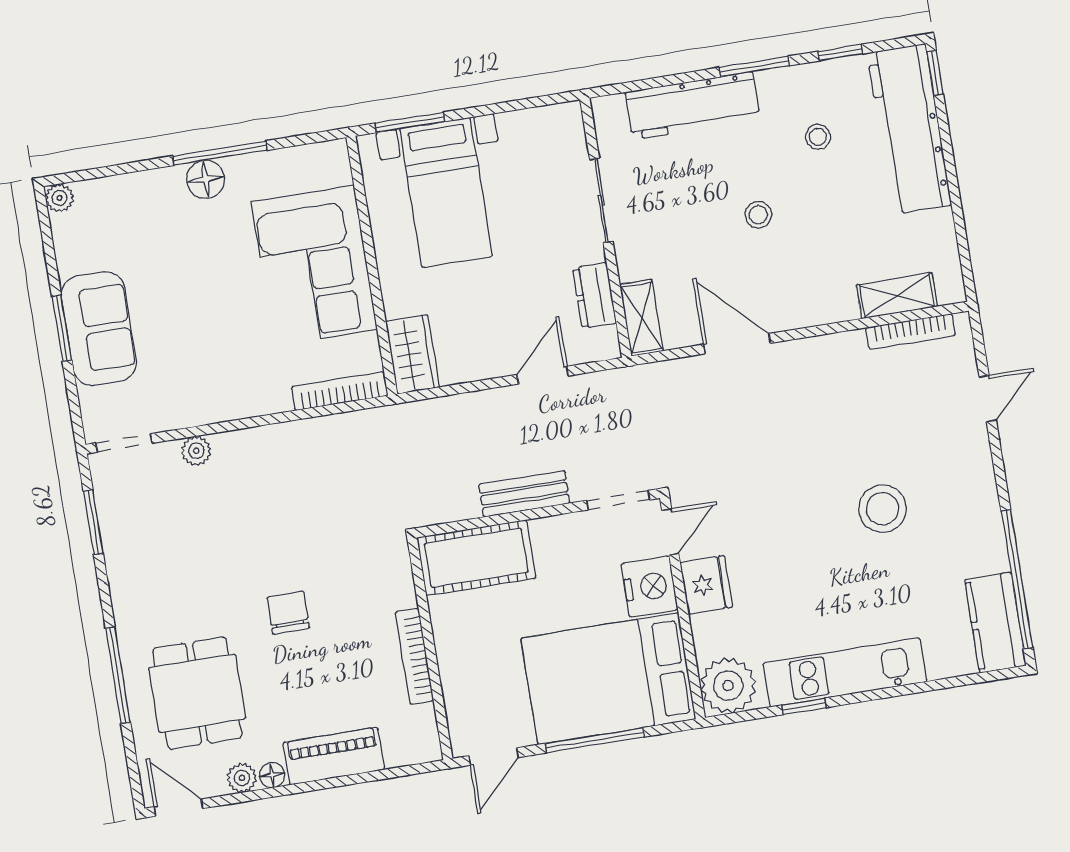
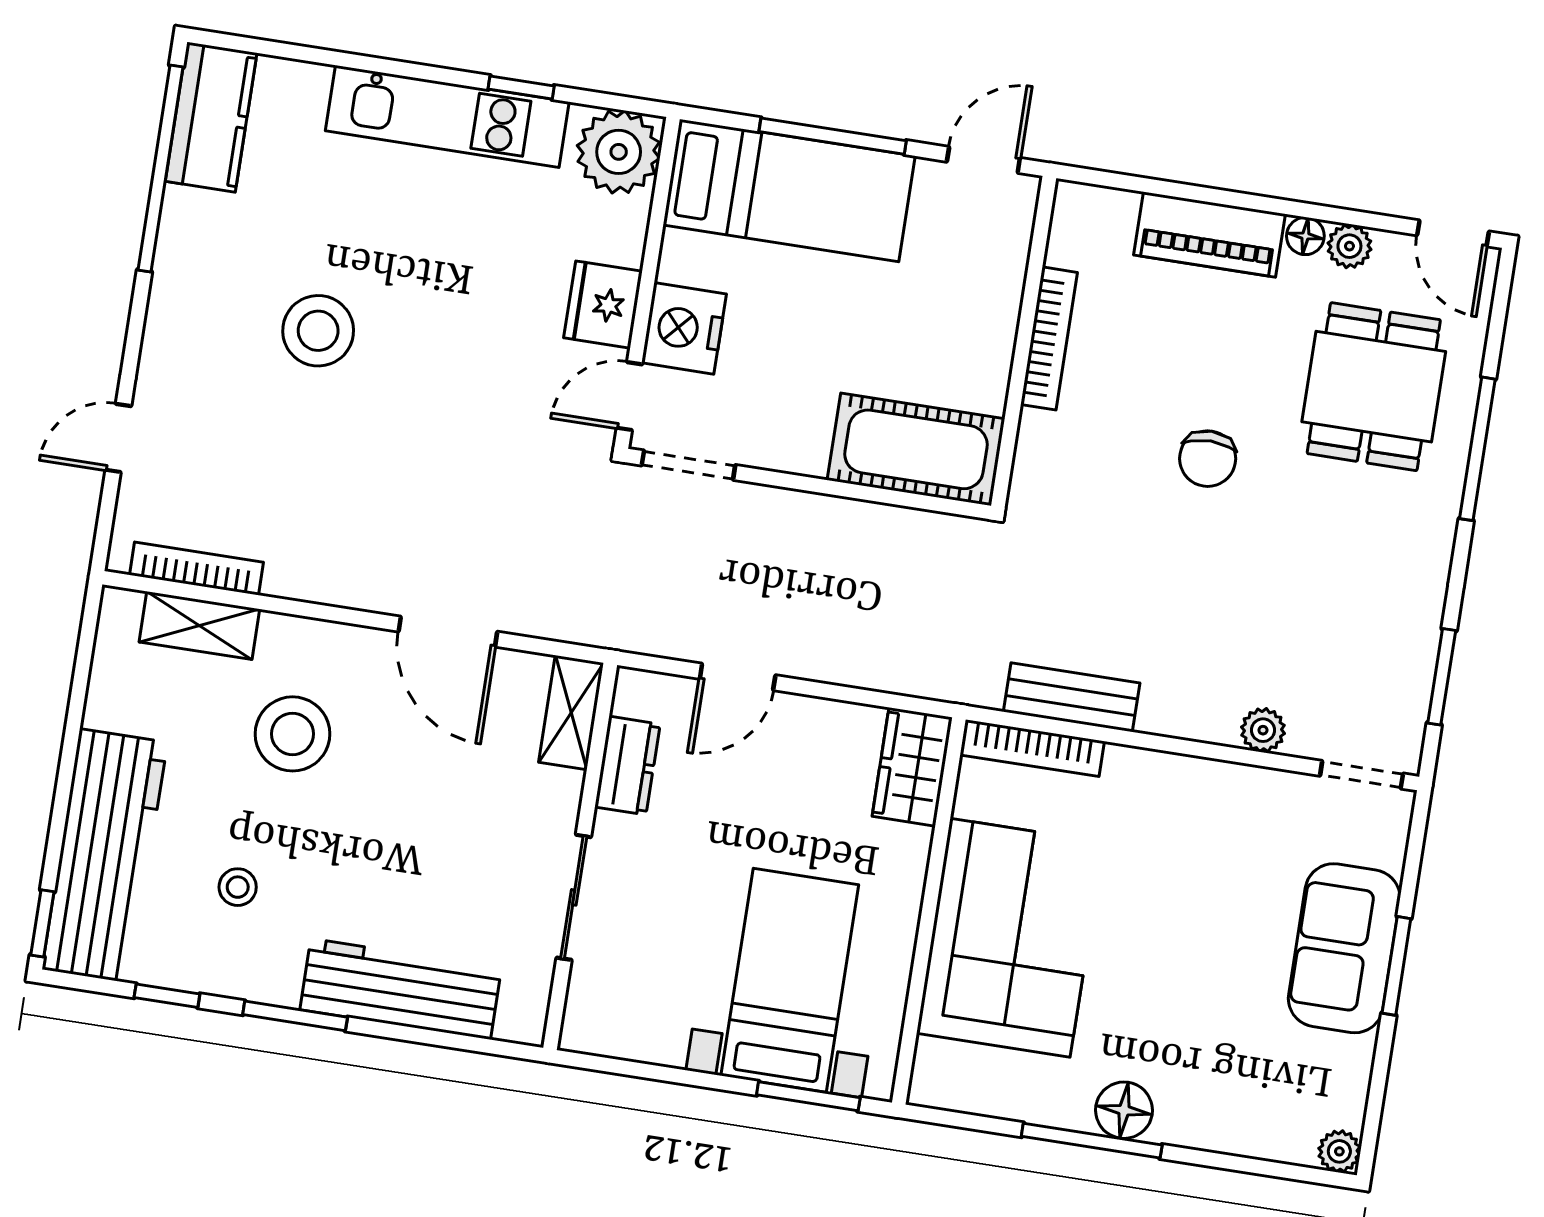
stool: (758, 215) -> (292, 734), moved, width x1.89, depth x1.89
bench: (524, 494) -> (1072, 697), moved
bed: (608, 679) -> (789, 190), width x0.67

